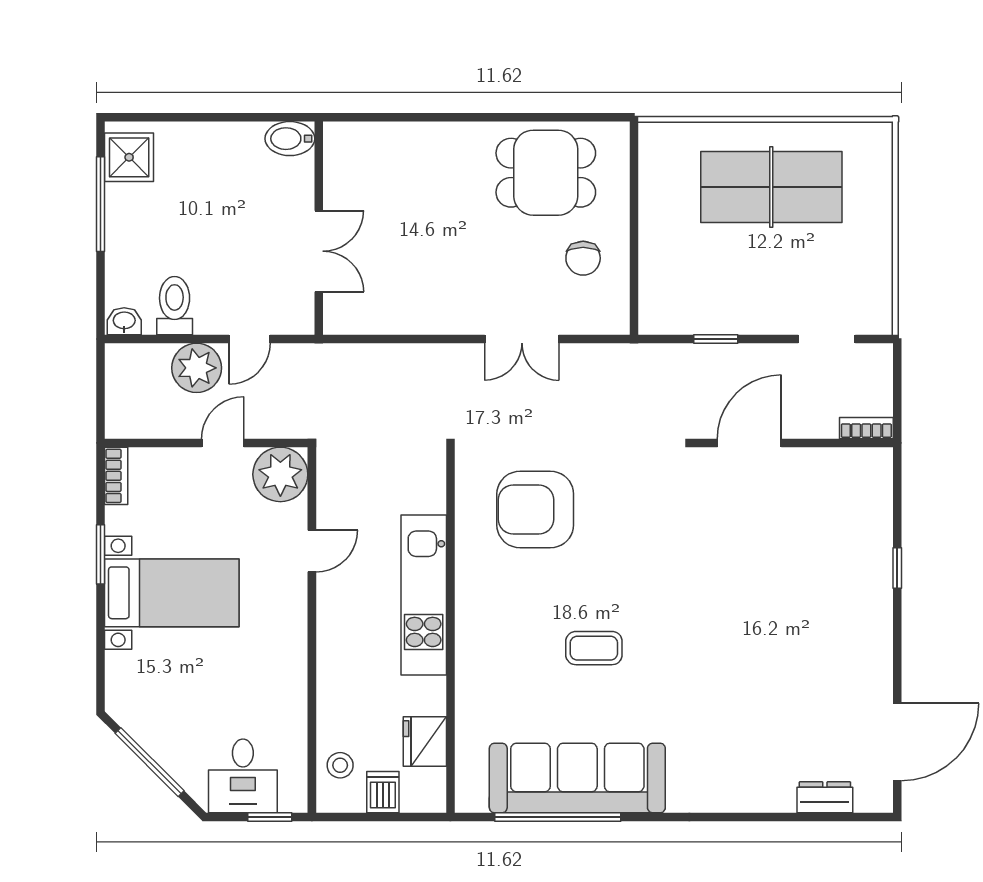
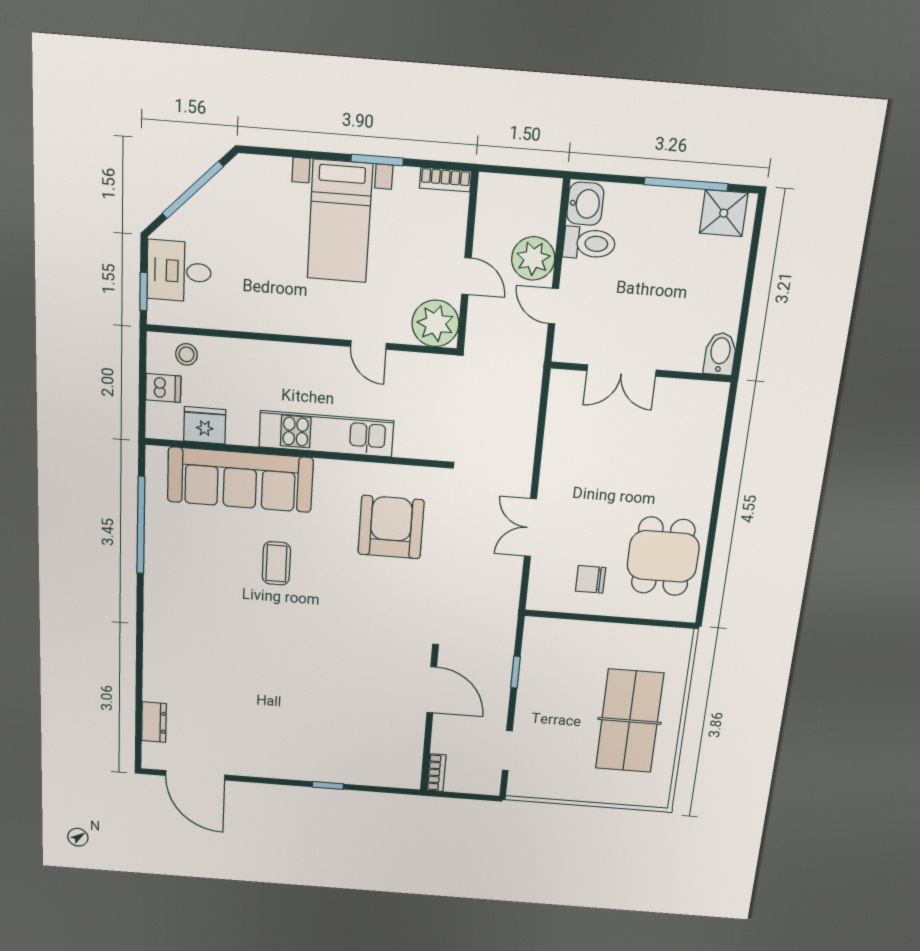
washbasin: (124, 321) -> (585, 204), width x1.38, depth x1.45
sofa: (577, 778) -> (240, 480), moved, turned 90

